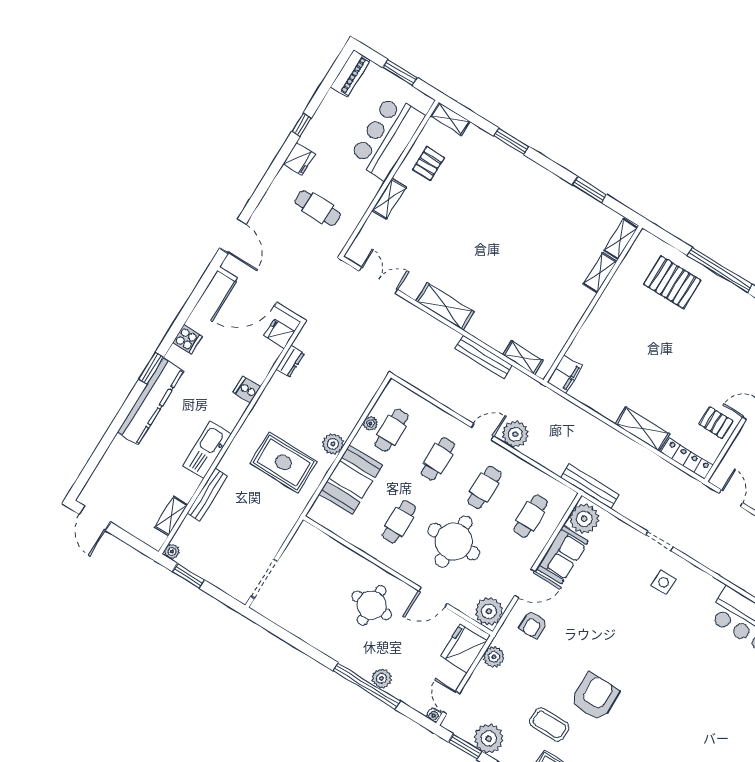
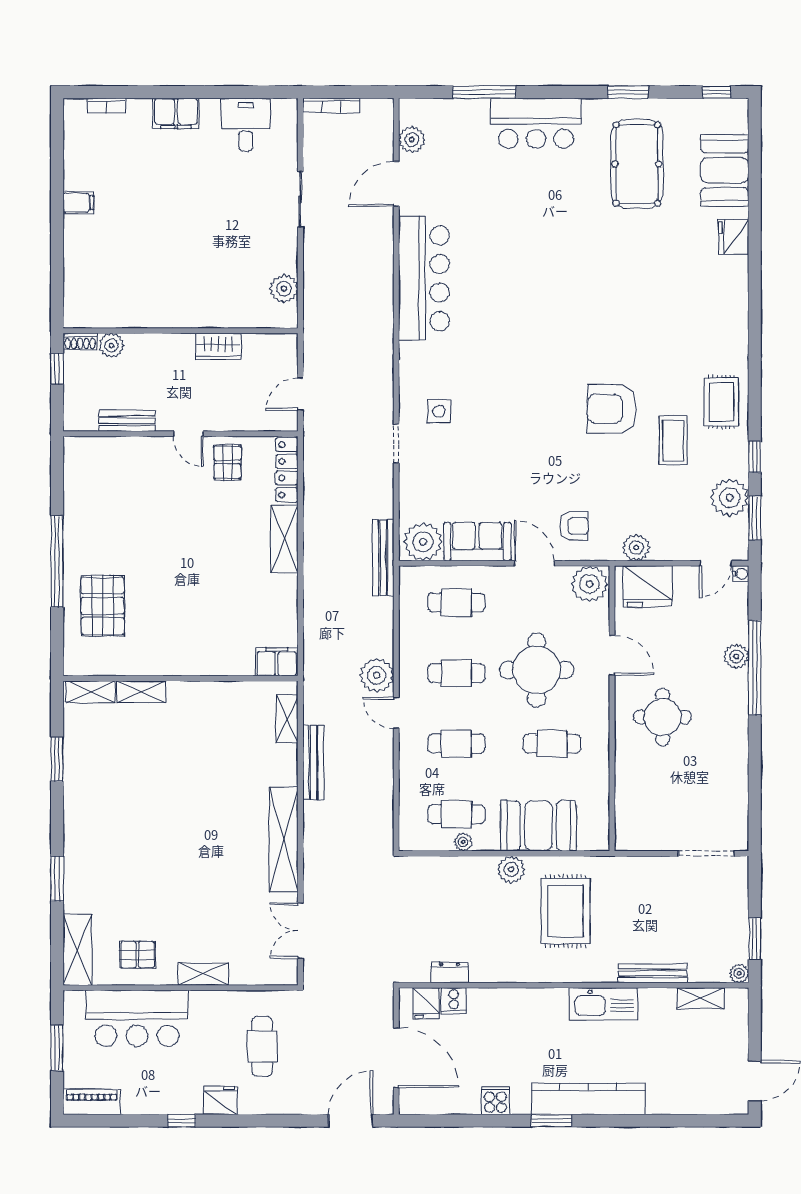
shelving: (450, 119) -> (77, 949), width x1.50, depth x1.33
shelving: (445, 306) -> (284, 839), width x1.47
cooker: (247, 389) -> (454, 1001), moved

